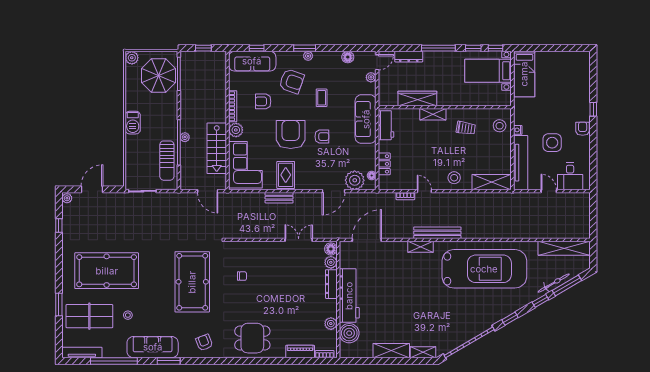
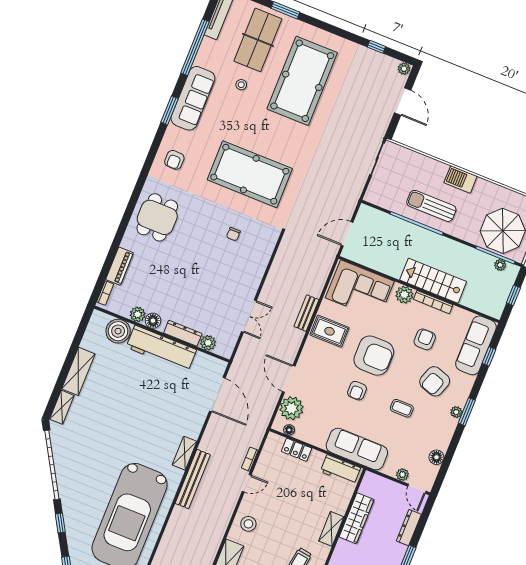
plant: (185, 137) -> (500, 265), moved
stairs: (217, 148) -> (433, 281), moved
sun lounger: (167, 161) -> (431, 206), moved
floor lamp: (331, 249) -> (153, 321), moved
armchair: (204, 343) -> (174, 160), turned 111

